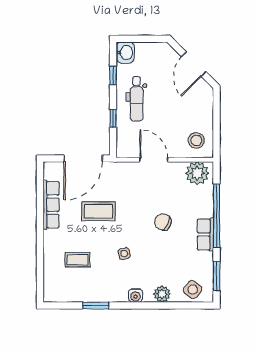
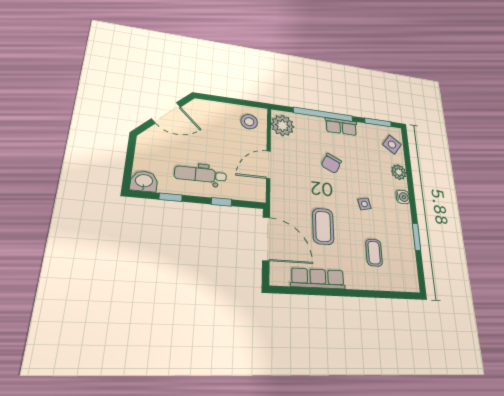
dental chair: (137, 99) -> (201, 175), turned 180

